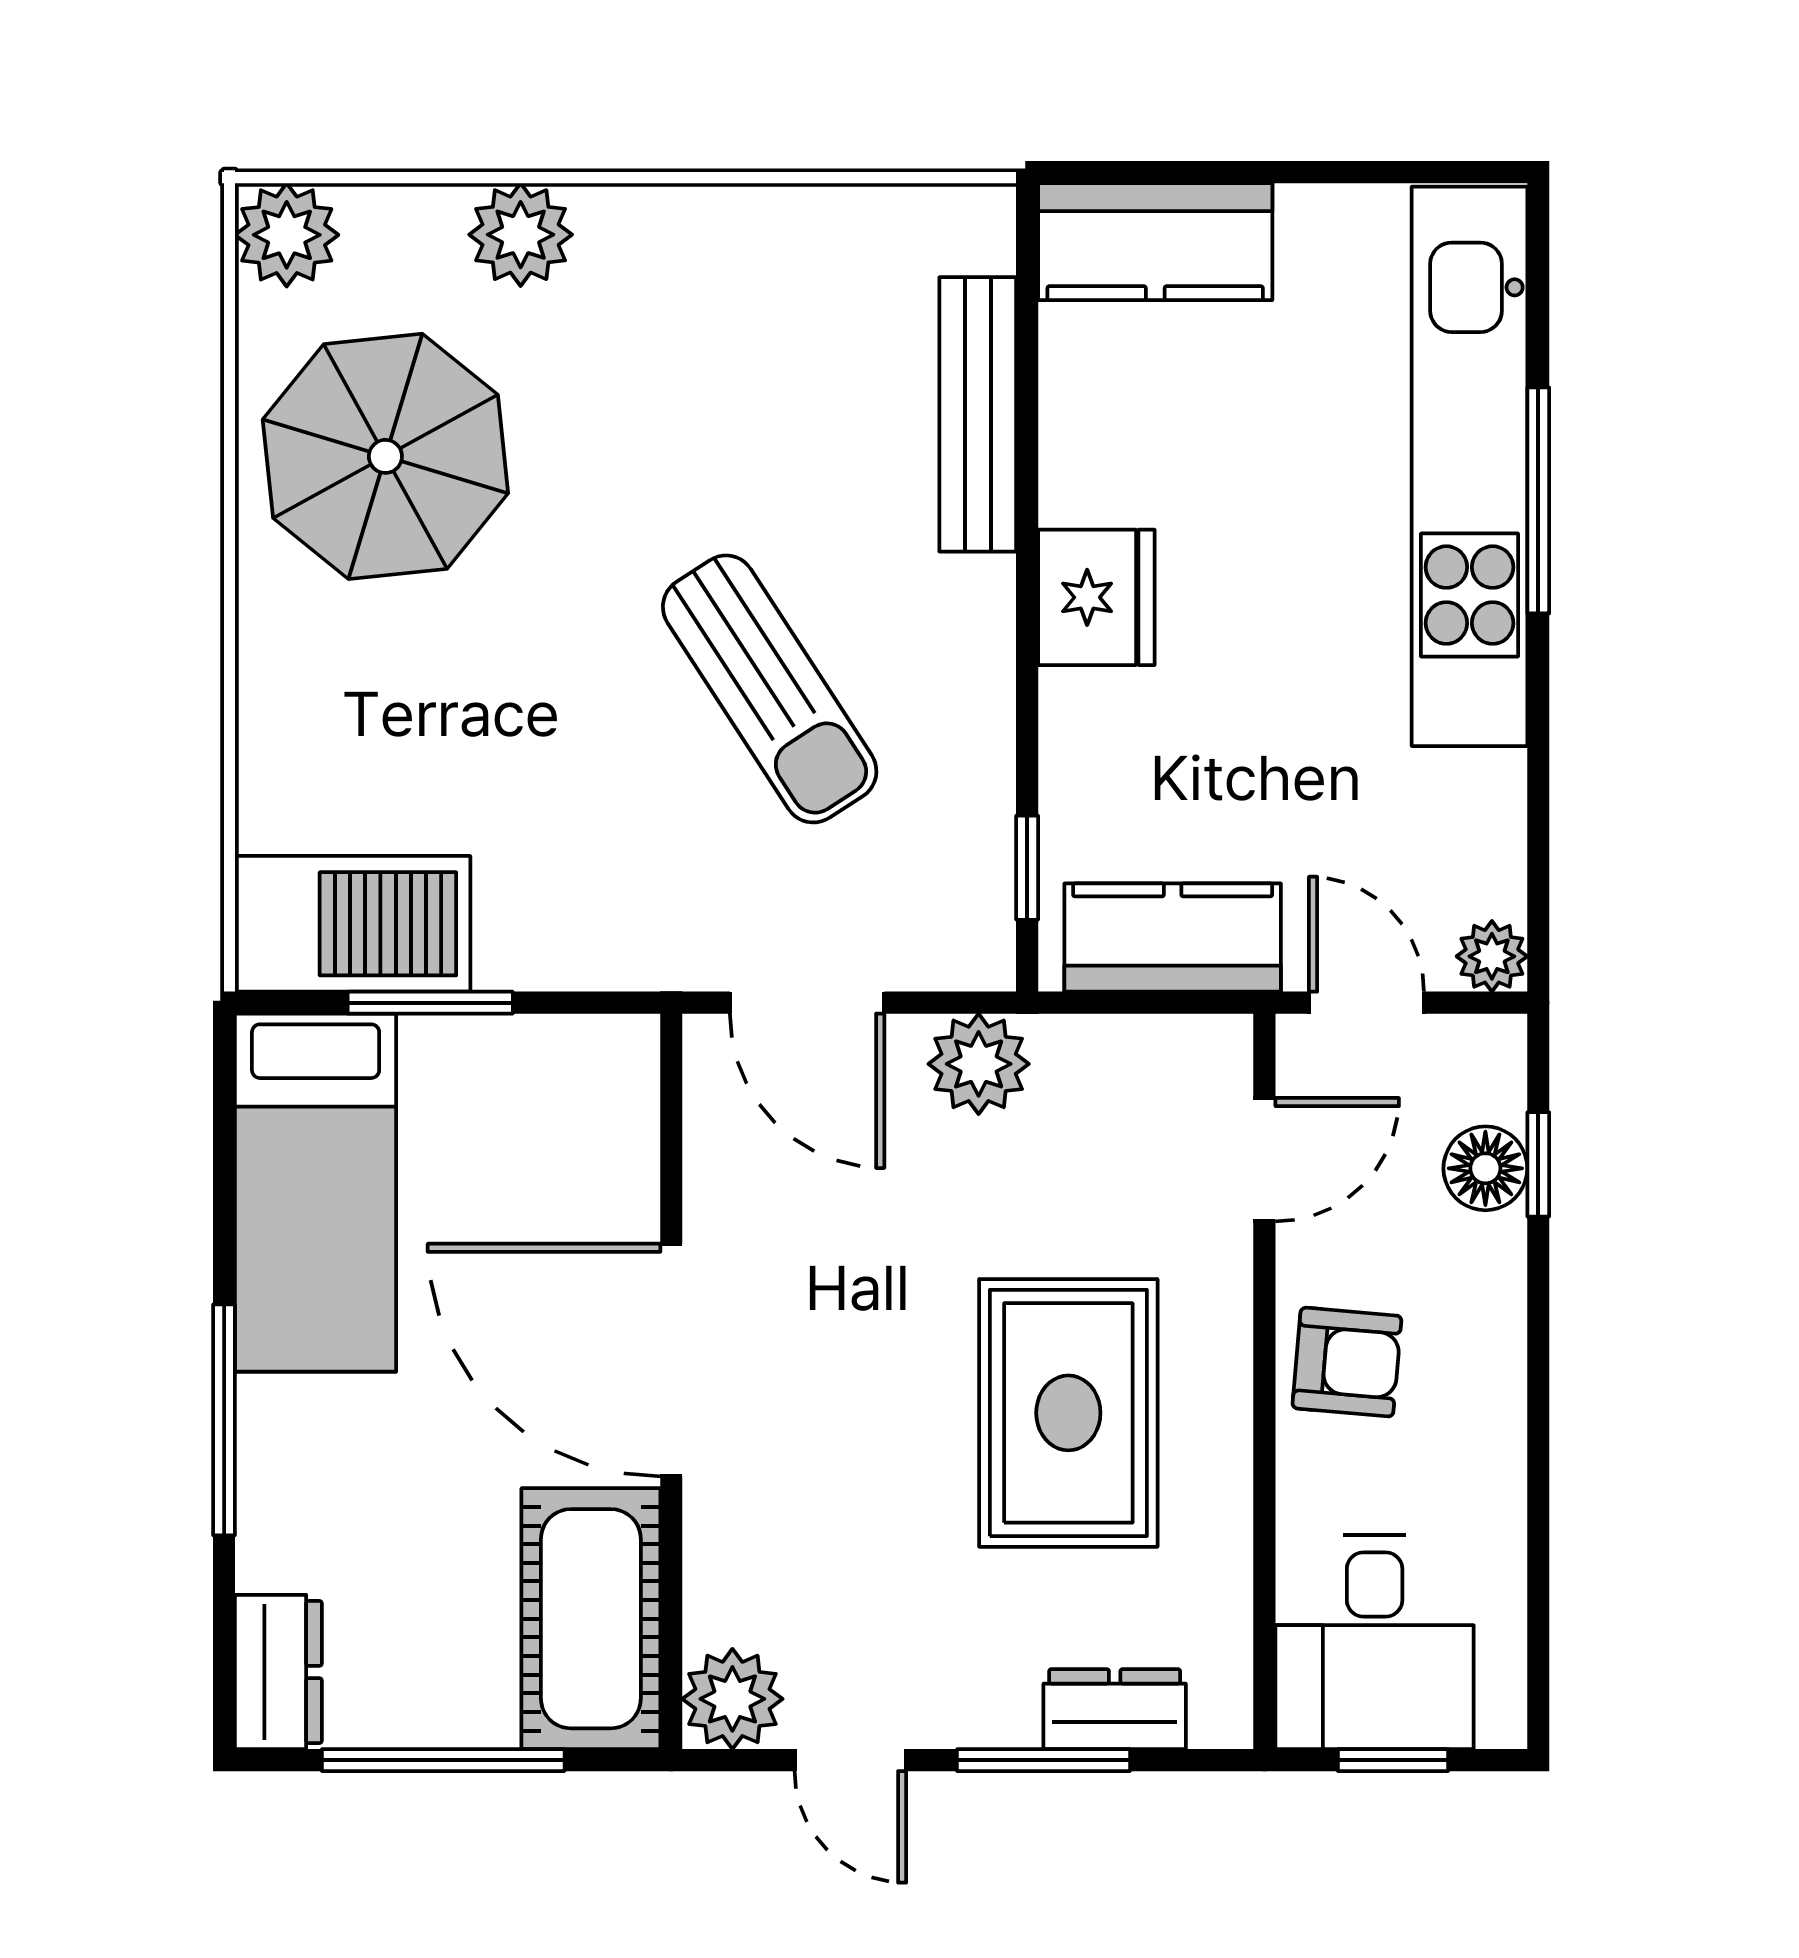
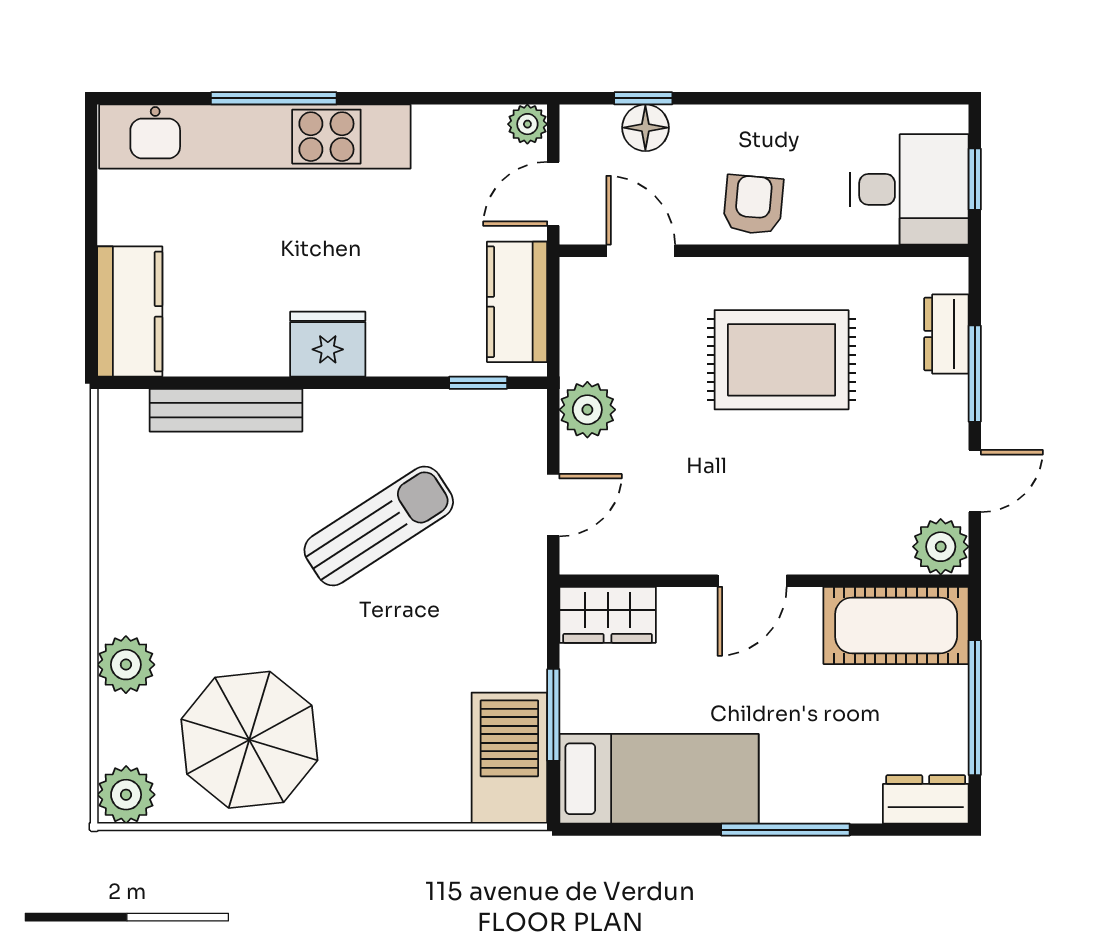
door: (807, 1003) -> (553, 505), width x0.73
wardrobe: (610, 1100) -> (608, 615), added
door: (671, 1360) -> (752, 581), width x0.53

